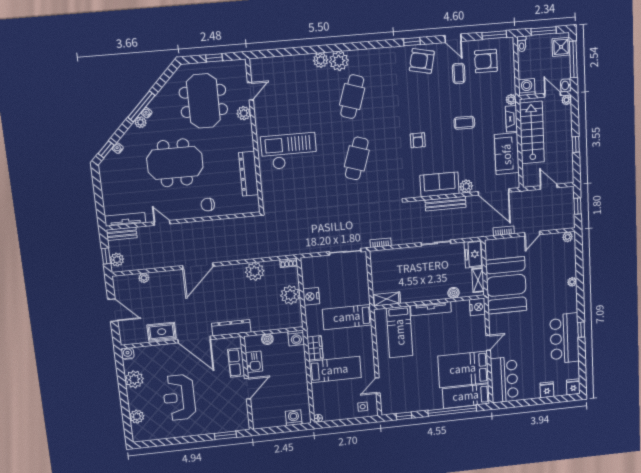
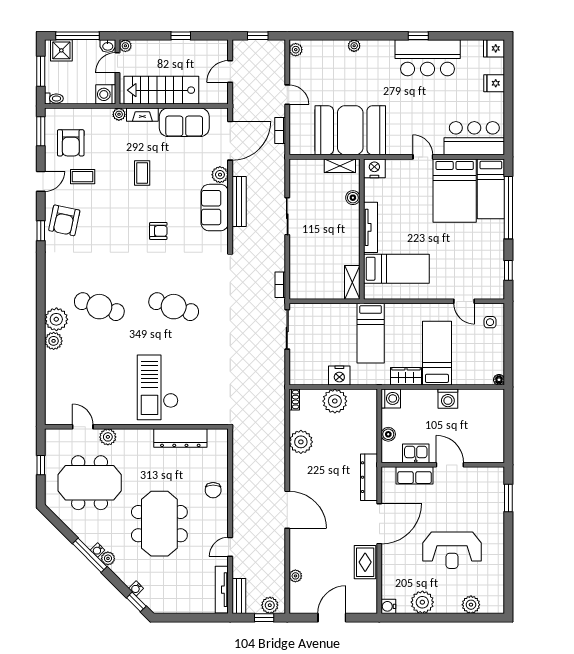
freezer: (474, 254) -> (306, 170), removed
washing machine: (294, 418) -> (448, 399), moved, turned -90

